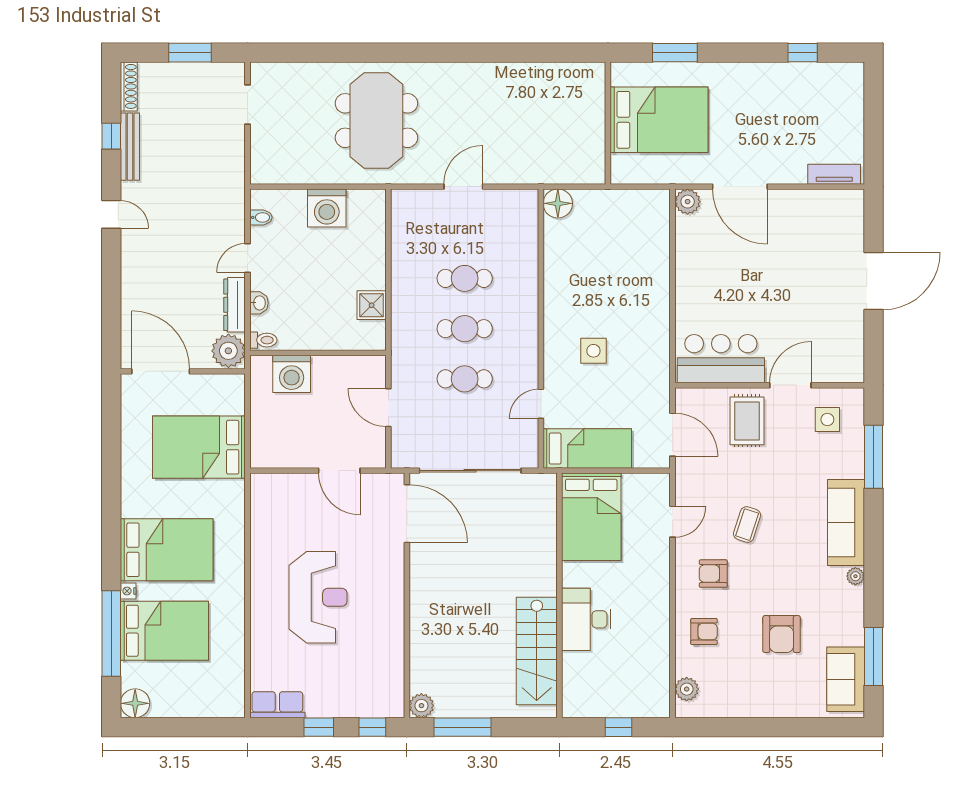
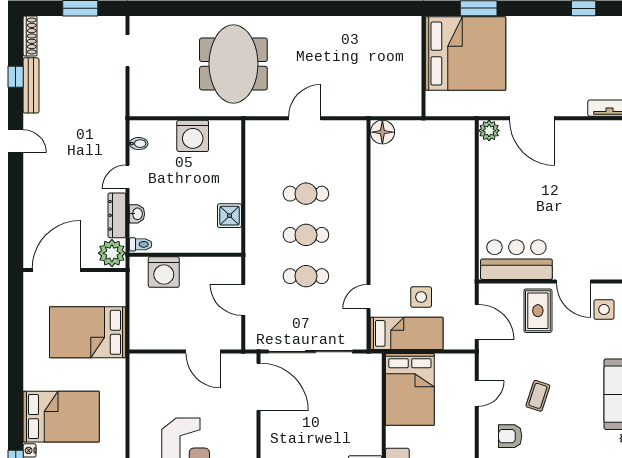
bed: (659, 120) -> (466, 54), width x1.36
side table: (593, 351) -> (421, 297), moved
door: (161, 371) -> (56, 270), hinge flipped
door: (790, 385) -> (573, 281), swing flipped

